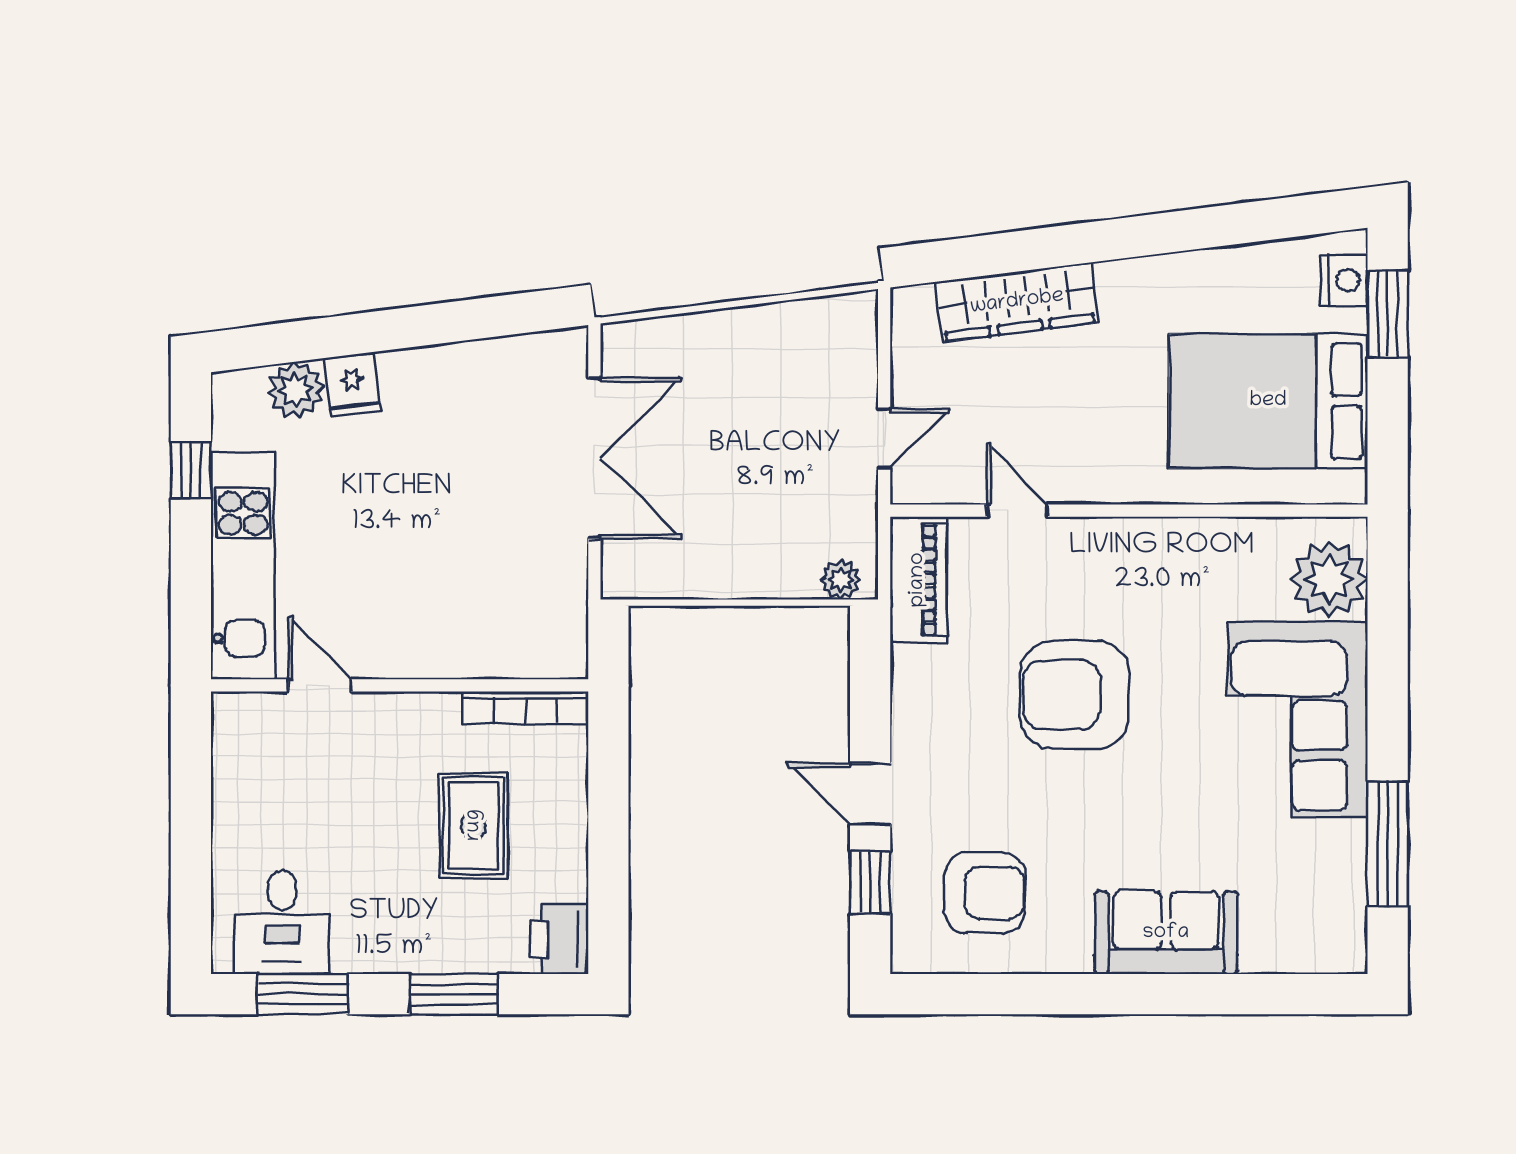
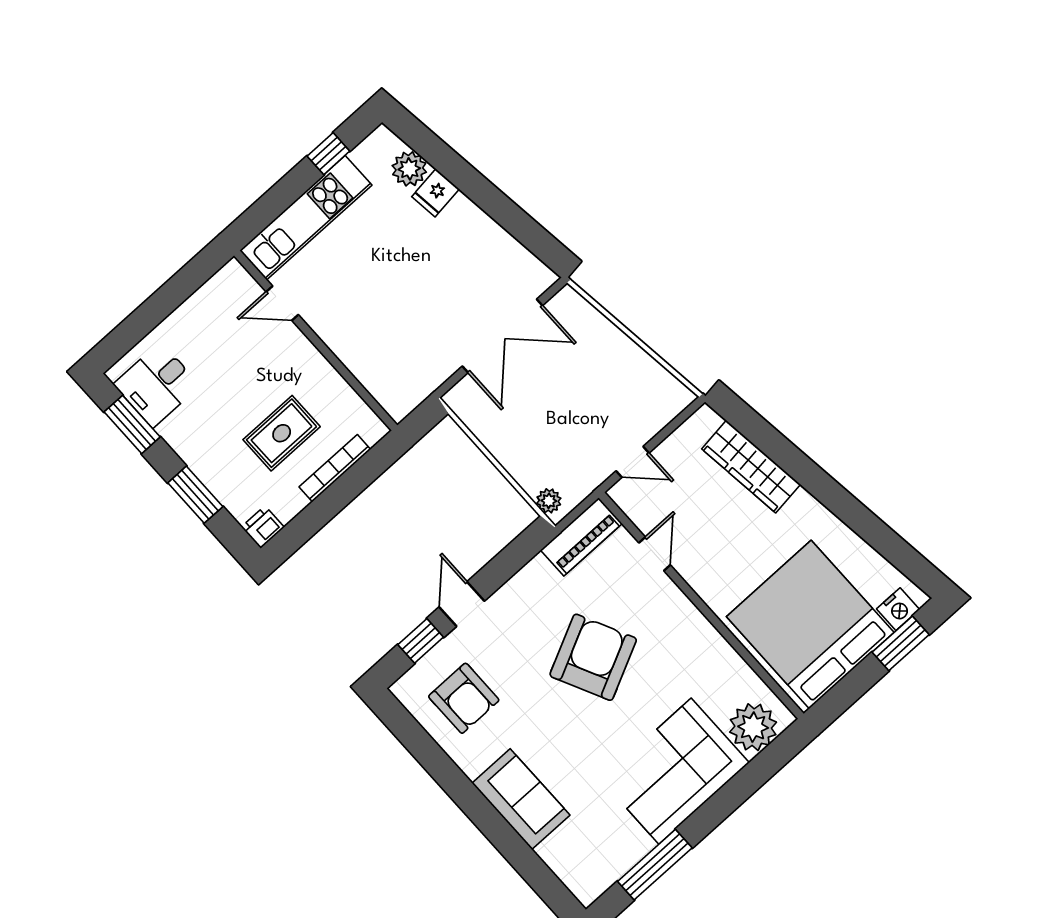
bed: (1268, 401) -> (810, 624), width x1.36
door: (320, 685) -> (282, 303), swing flipped
armchair: (1075, 695) -> (593, 657), turned 64
bookcase: (526, 708) -> (335, 468), moved, turned 90
printer: (560, 939) -> (263, 527), width x0.73, depth x0.81

